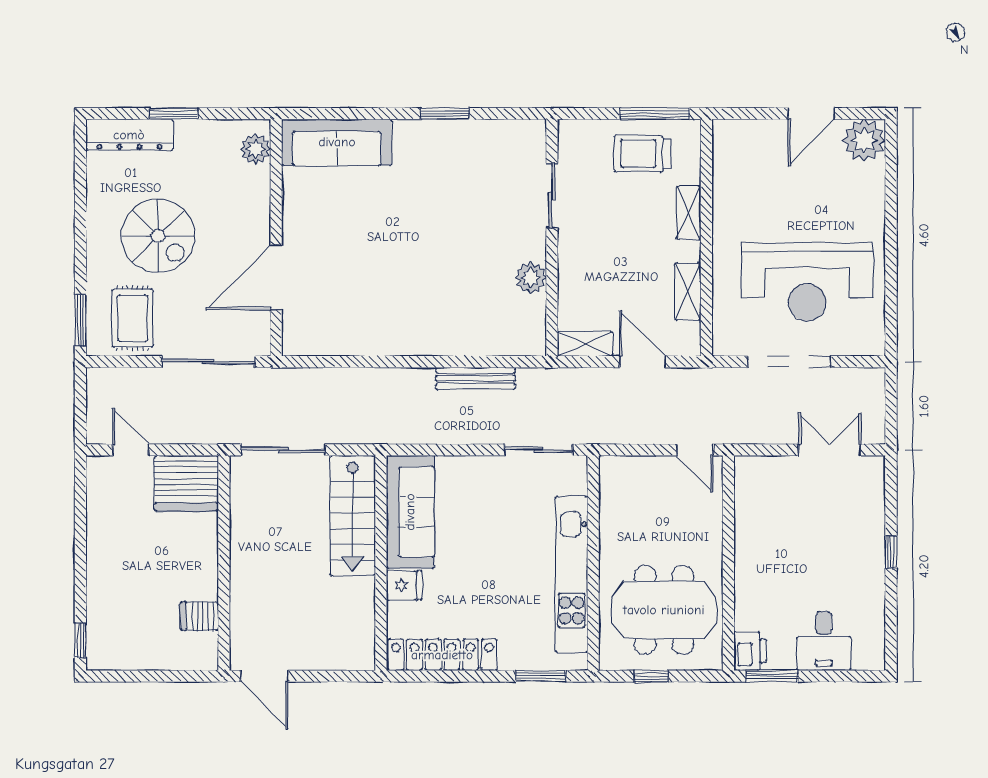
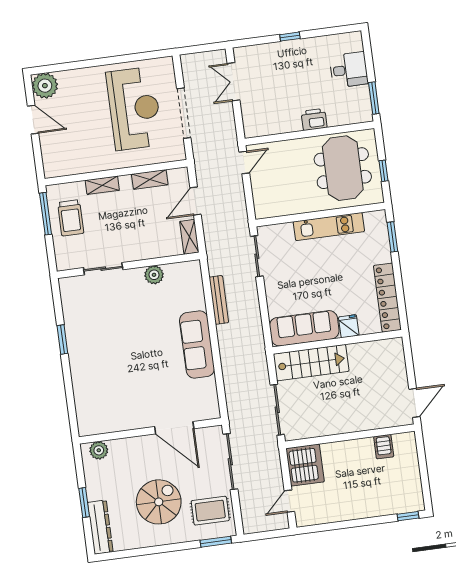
sofa: (337, 142) -> (197, 344), moved, turned 180
kitchen unit: (572, 574) -> (329, 227), width x0.73
printer: (750, 651) -> (314, 119), moved

